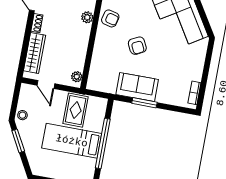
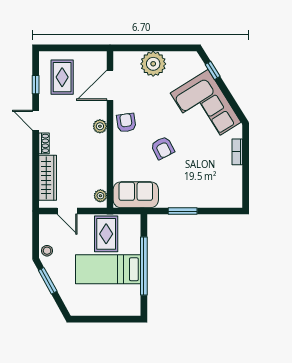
armchair: (110, 18) -> (126, 123), turned -112
sofa: (137, 87) -> (136, 195), moved
bookcase: (194, 93) -> (237, 152), moved

